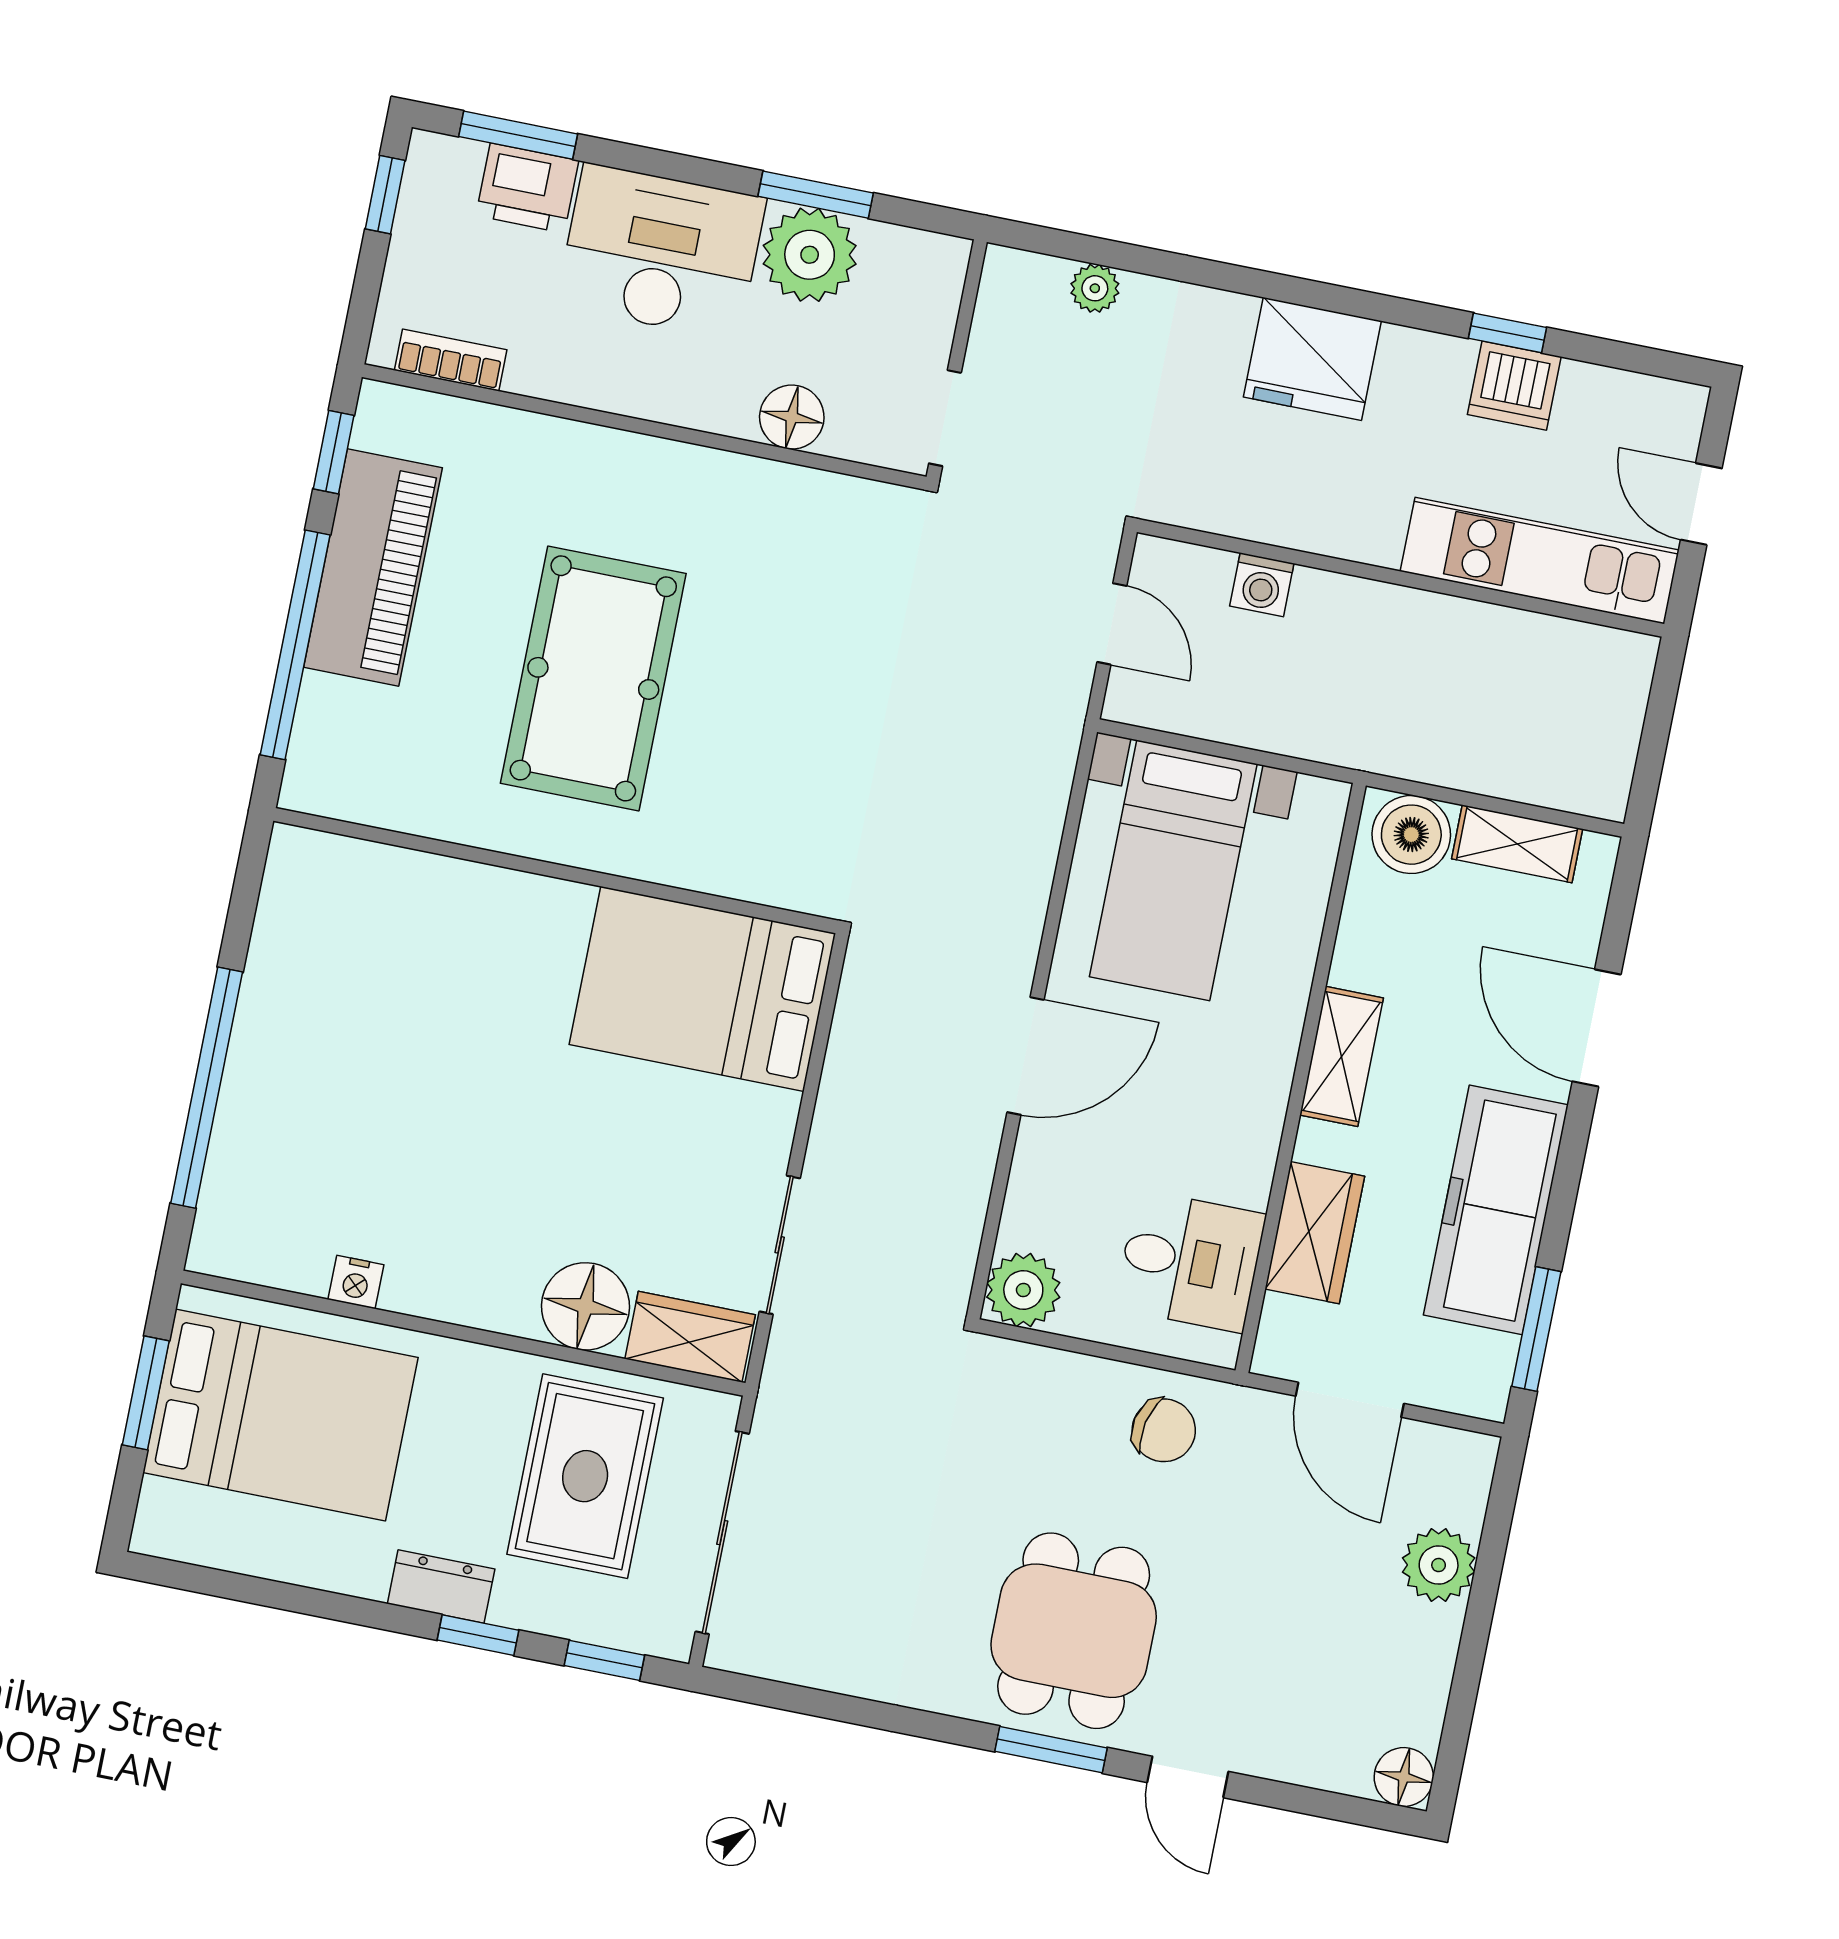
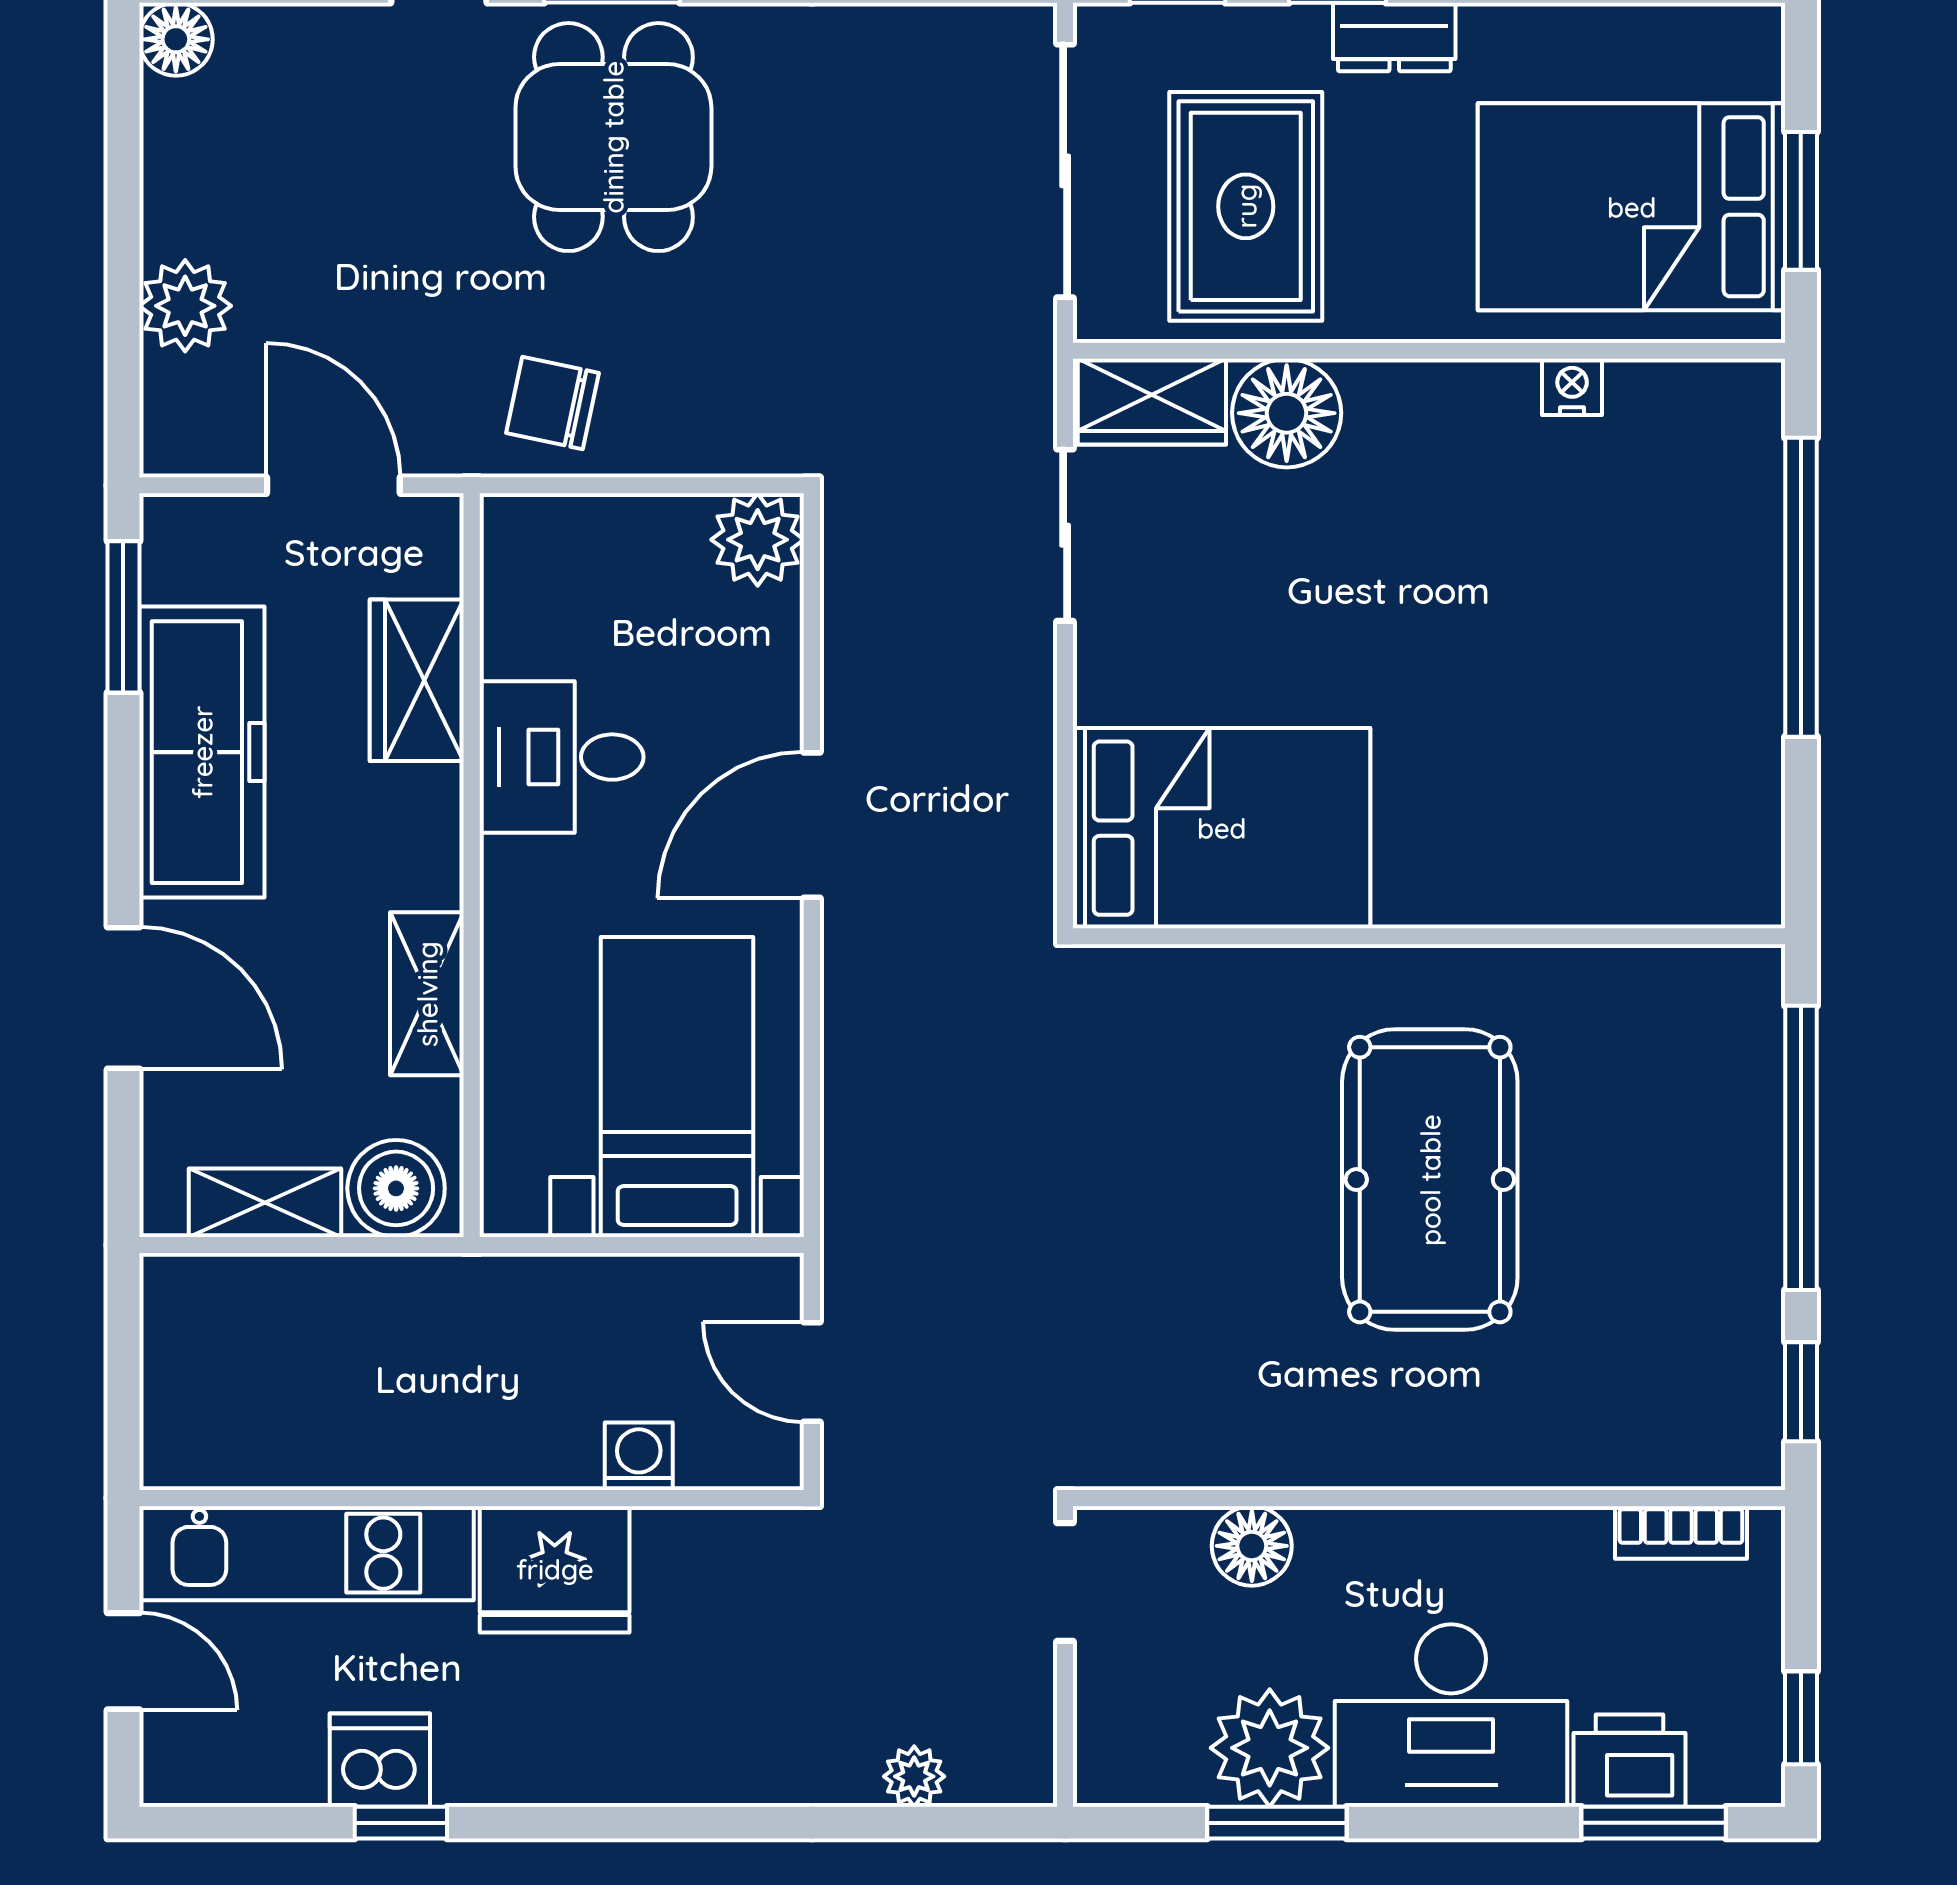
fridge: (1312, 359) -> (555, 1569), moved, turned 180
piano: (373, 568) -> (1725, 1261), removed
shelving: (1342, 1056) -> (427, 994), moved
desk: (1190, 1261) -> (561, 757), moved

